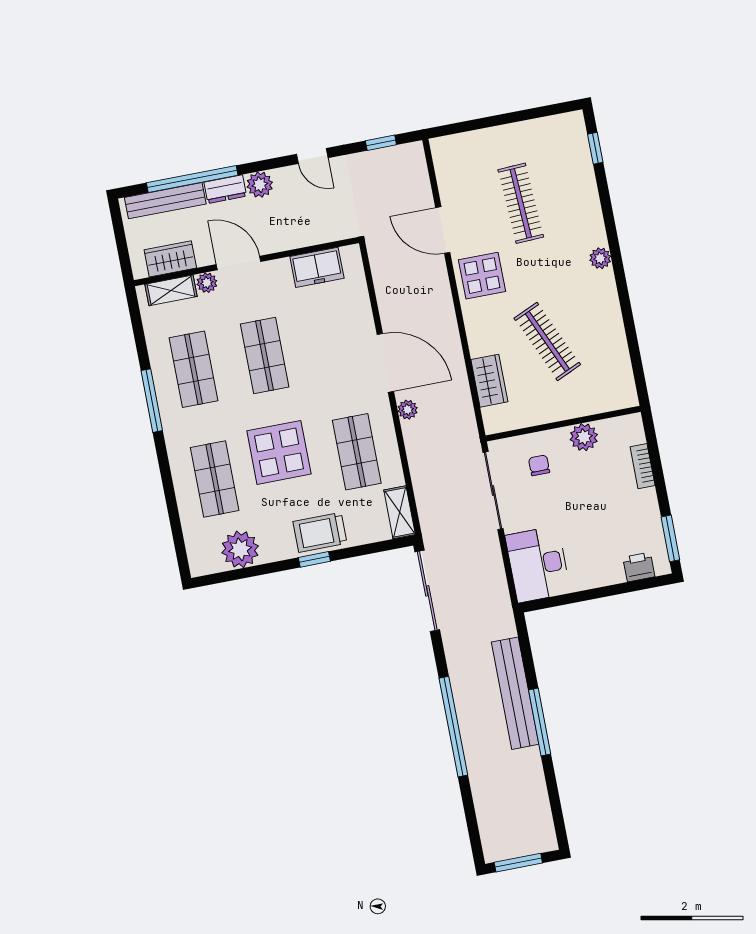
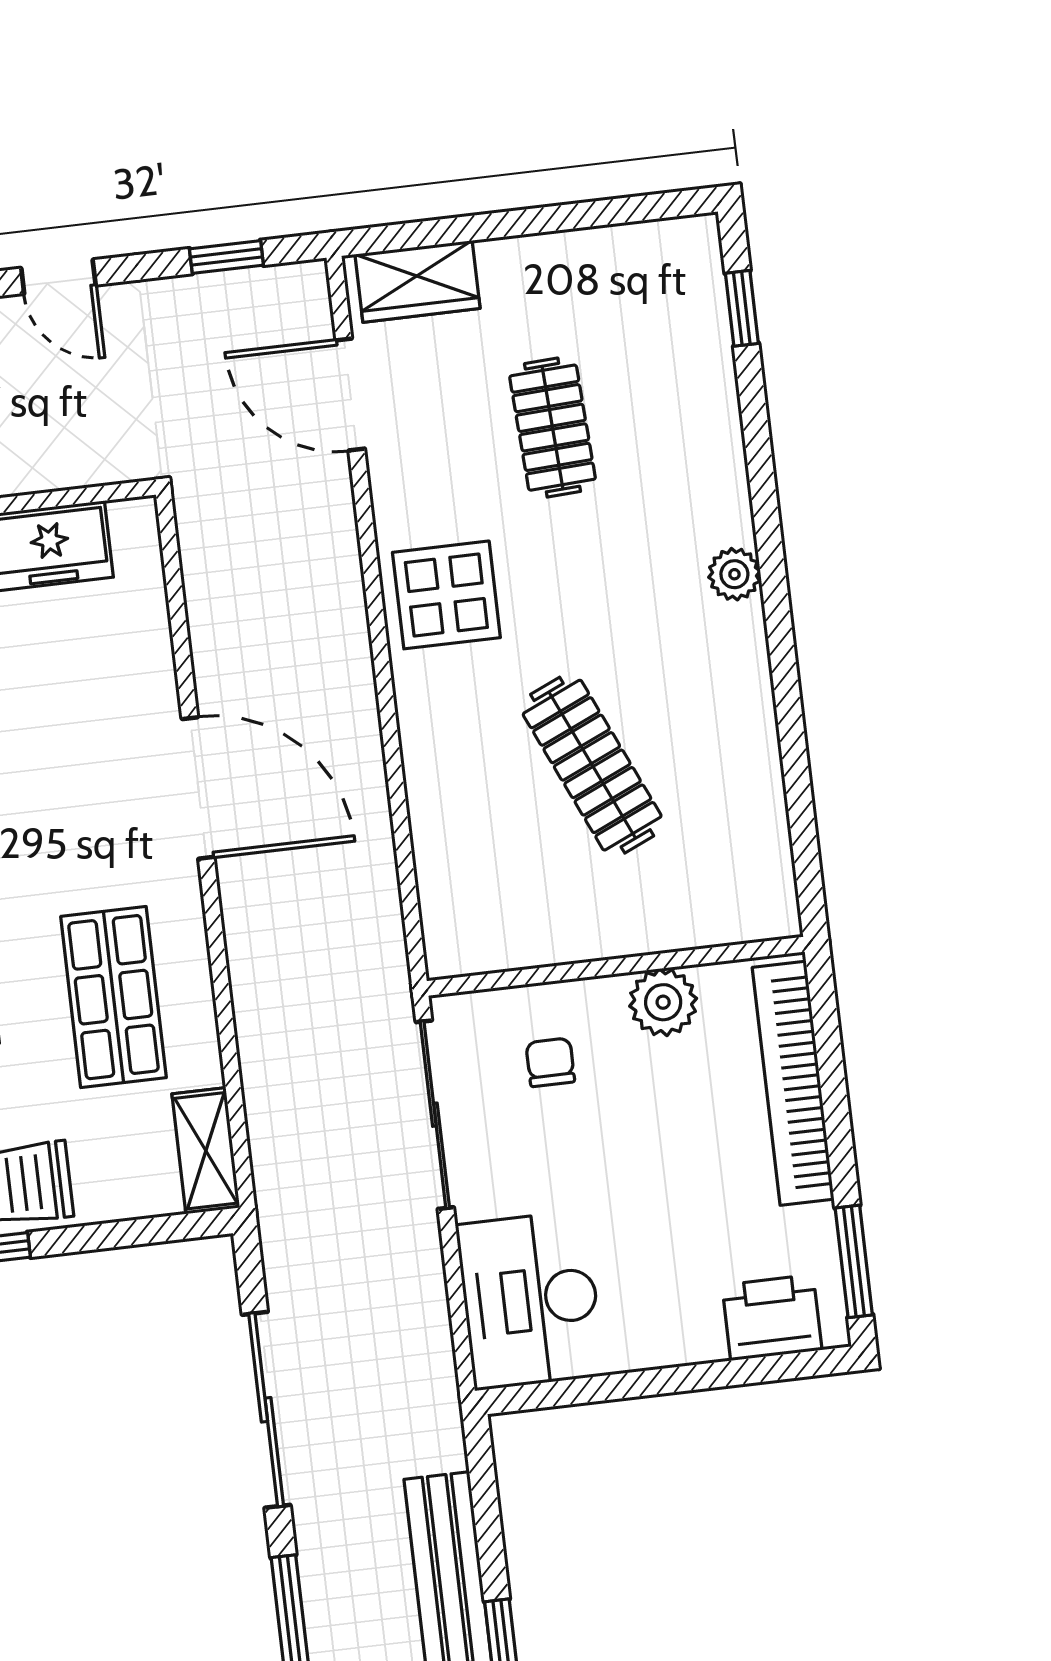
clothes rail: (521, 203) -> (553, 428), width x0.73
door: (443, 230) -> (350, 394), moved
wardrobe: (489, 381) -> (417, 281), moved, turned 90
plant: (408, 410) -> (243, 905), removed
bookcase: (643, 466) -> (793, 1083), width x2.31, depth x1.31
printer: (639, 567) -> (772, 1318), width x1.36, depth x1.24
sliding door: (427, 591) -> (266, 1410), moved

